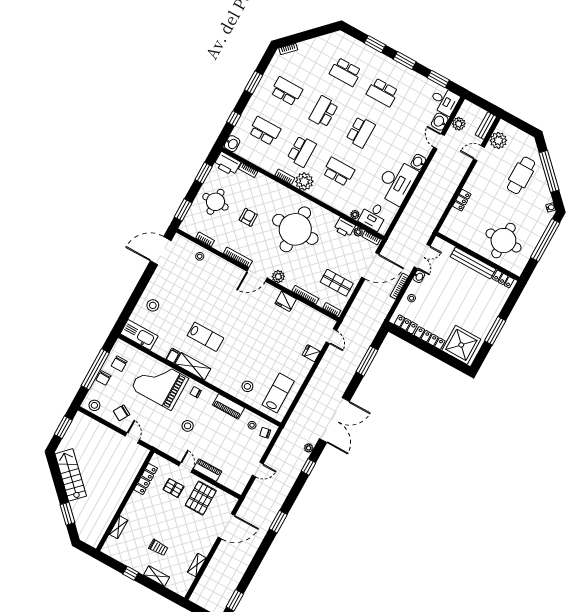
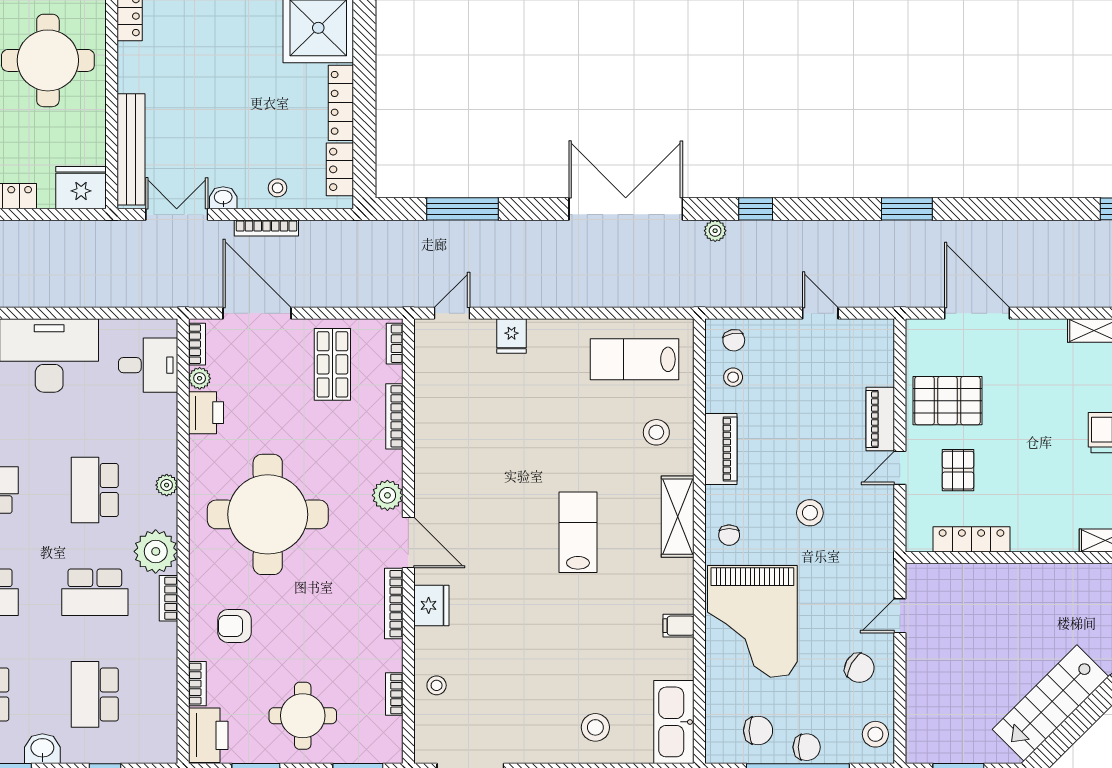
washbasin: (232, 144) -> (42, 749), moved
school desk: (302, 151) -> (95, 592), turned 180
plant: (355, 215) -> (167, 485), moved
armchair: (248, 217) -> (235, 626), moved
fridge: (451, 227) -> (81, 188), added
bench: (473, 263) -> (131, 149), moved
fridge: (286, 301) -> (431, 605), moved
lab bench: (205, 337) -> (578, 532), moved
shelving: (193, 366) -> (678, 517), moved

